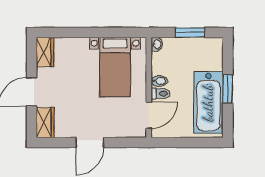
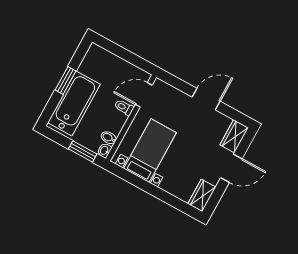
window: (190, 32) -> (83, 151), moved
bidet: (159, 81) -> (109, 138), moved
bathtub: (208, 103) -> (74, 103), moved

